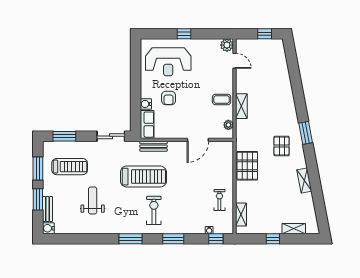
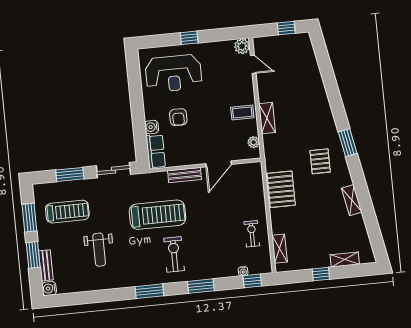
window: (64, 136) -> (70, 174), moved
bench: (154, 146) -> (185, 175), moved
weight bench: (93, 200) -> (99, 250), turned 180

